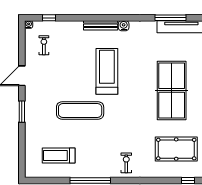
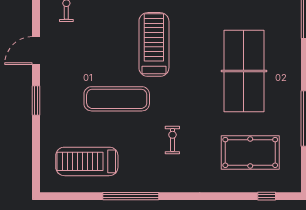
treadmill: (59, 156) -> (87, 161), width x1.37, depth x1.38
exercise bike: (126, 163) -> (172, 140), moved

